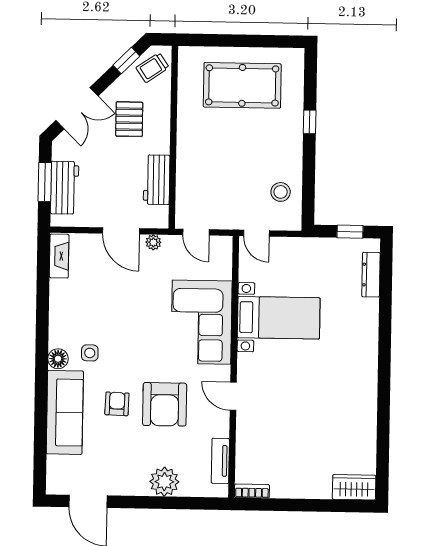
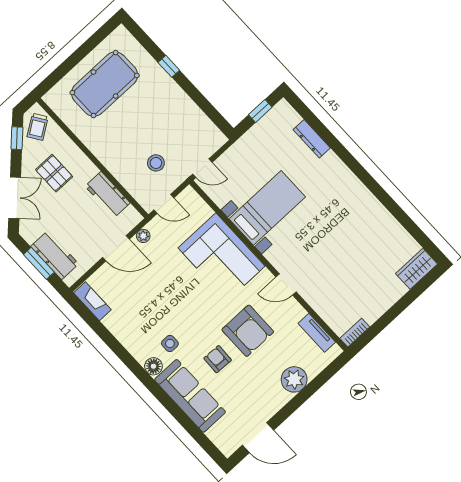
stool: (281, 192) -> (156, 163), moved
dresser: (371, 275) -> (312, 139), moved

